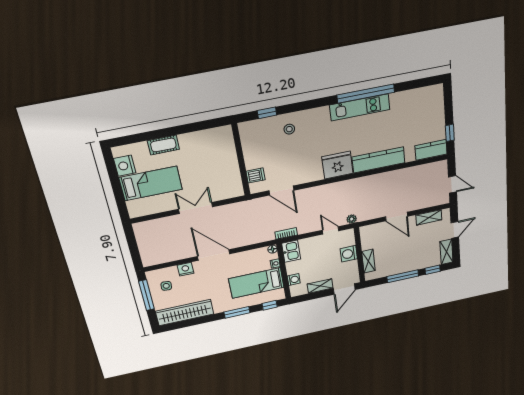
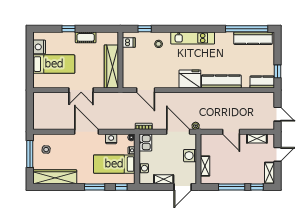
window: (366, 94) -> (247, 29), moved
kitchen counter: (415, 97) -> (253, 38), added
kitchen unit: (360, 107) -> (193, 38), moved
window: (160, 134) -> (69, 29), added
cot: (163, 145) -> (86, 37), moved
wardrobe: (230, 171) -> (111, 66), added
dishwasher: (256, 175) -> (129, 42), moved
double door: (196, 208) -> (81, 90), swing flipped
door: (331, 230) -> (178, 132), width x1.88
nightstand: (186, 269) -> (111, 139), moved

